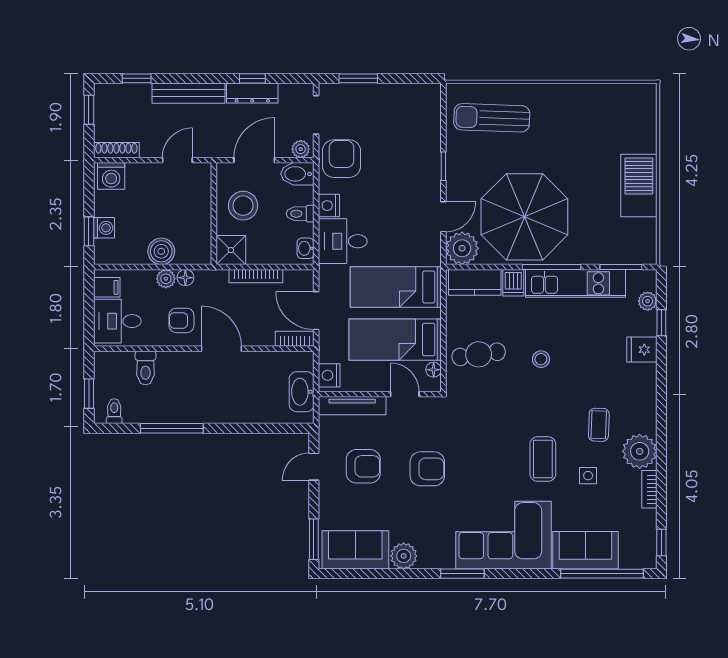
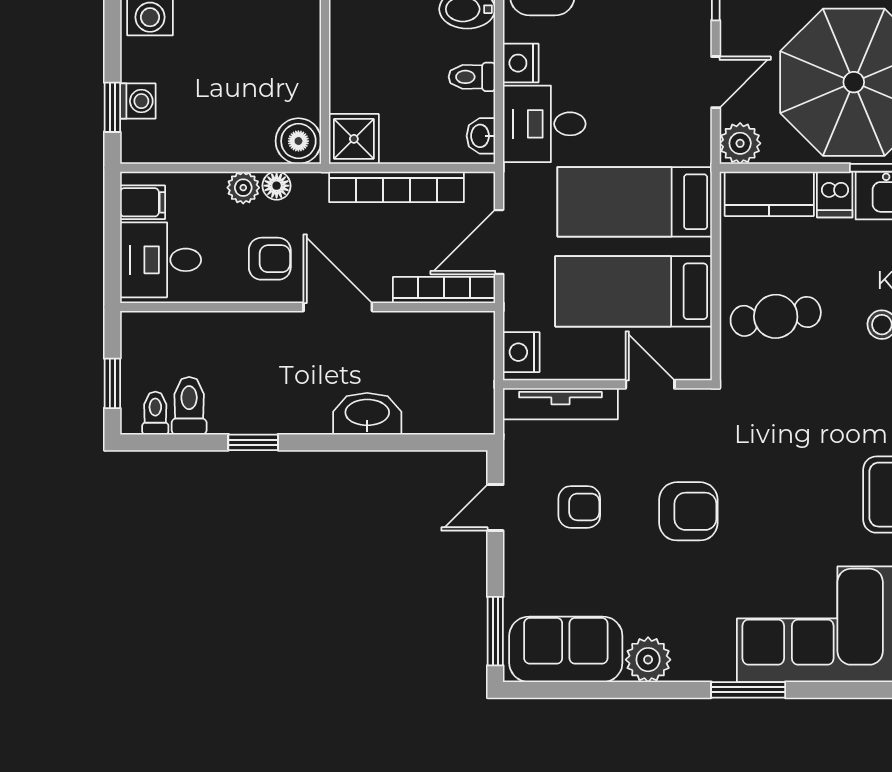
stool: (243, 206) -> (375, 63), removed
plant: (462, 248) -> (740, 143), width x0.73, depth x0.73
boiler: (161, 251) -> (298, 141), moved
bookcase: (256, 276) -> (396, 187), width x1.48, depth x1.31
door: (316, 311) -> (499, 242), hinge flipped
armchair: (181, 320) -> (270, 259), turned 180
bookcase: (295, 339) -> (444, 290), width x1.56
toilet: (145, 368) -> (189, 406), moved, turned 180
floor lamp: (434, 370) -> (699, 343), removed
washbasin: (302, 392) -> (367, 414), moved, turned 90
window: (172, 428) -> (253, 442), width x0.46
armchair: (363, 466) -> (579, 507), width x0.72, depth x0.72

